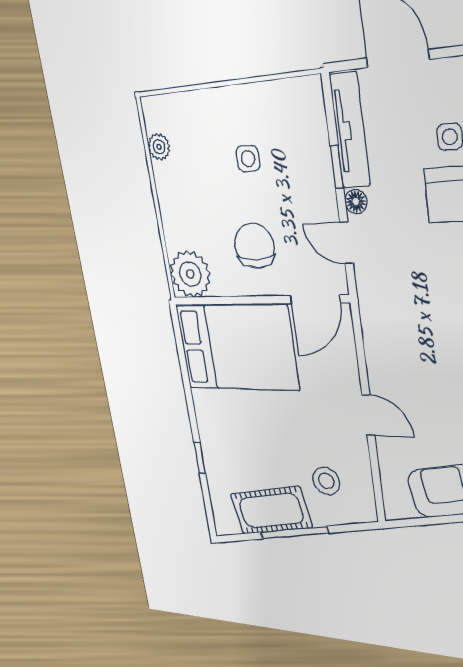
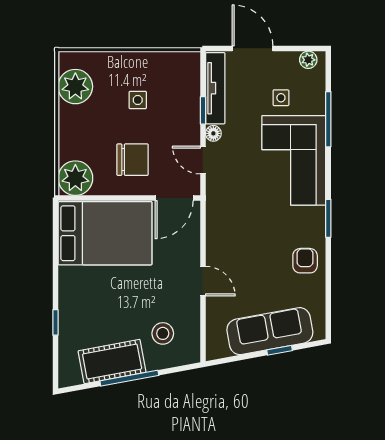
plant: (159, 147) -> (75, 87), width x1.87, depth x1.87
chair: (254, 246) -> (133, 160), turned 90

